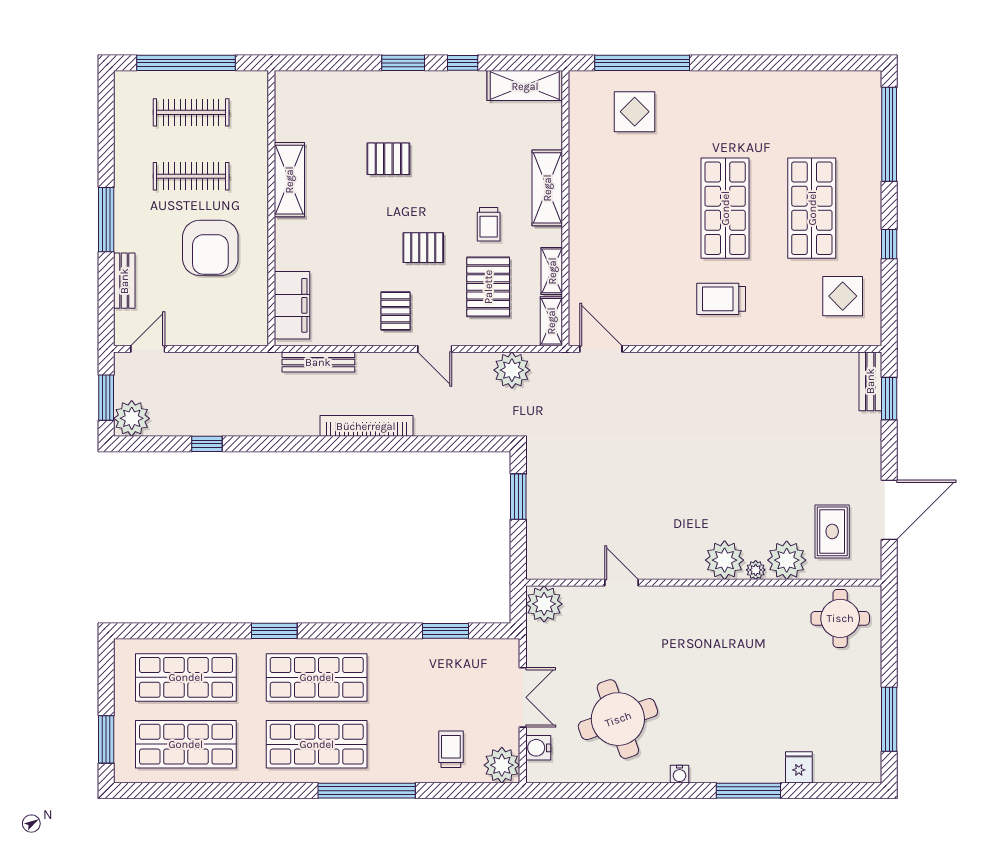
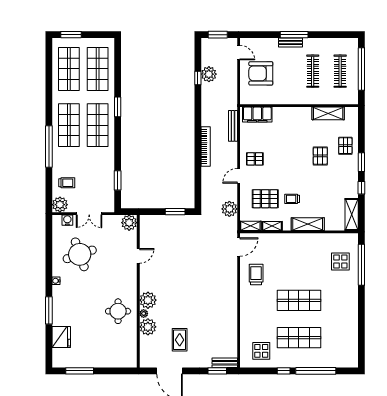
window: (889, 134) -> (316, 371), moved
shelving: (289, 180) -> (328, 113), moved
armchair: (210, 248) -> (261, 73), moved
pallet: (423, 248) -> (345, 146), moved
bench: (124, 281) -> (291, 42), moved
trolley: (721, 299) -> (256, 275), moved
plant: (132, 418) -> (209, 74), moved
rug: (832, 531) -> (180, 340), moved, turned 90
round table: (840, 618) -> (118, 311), moved
fridge: (799, 767) -> (61, 337), width x1.88, depth x1.34

